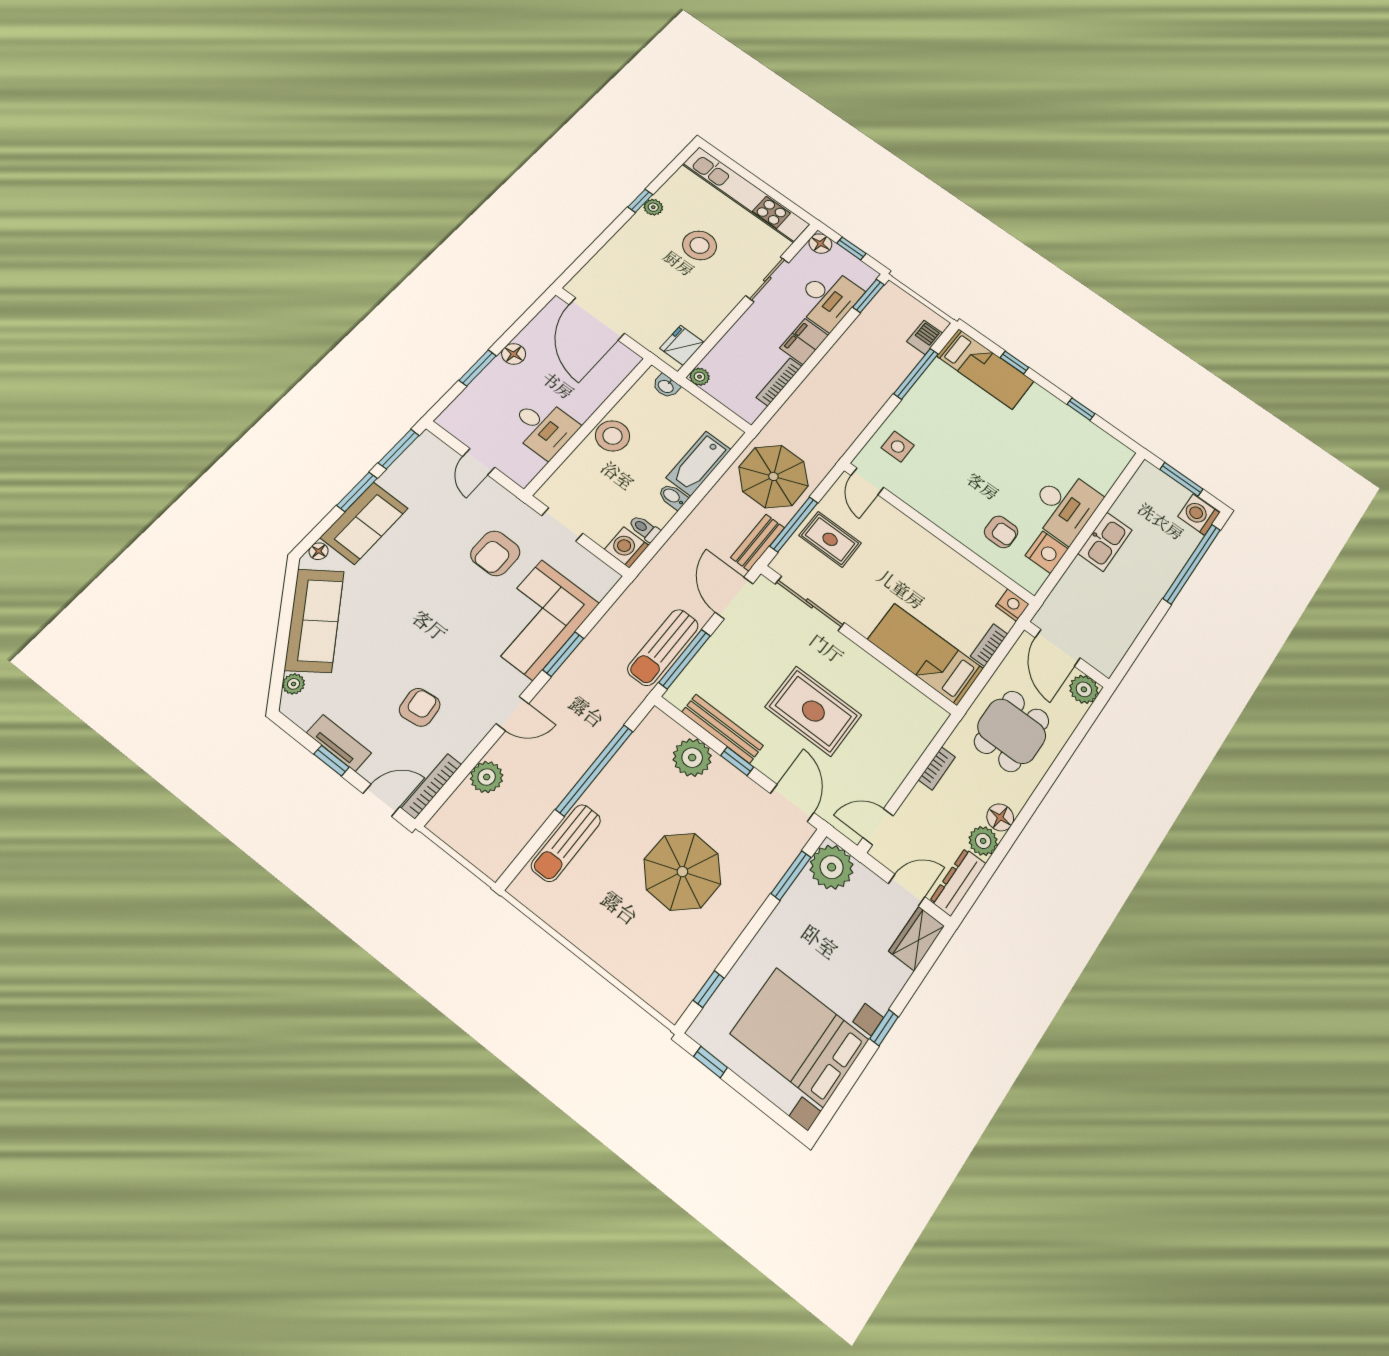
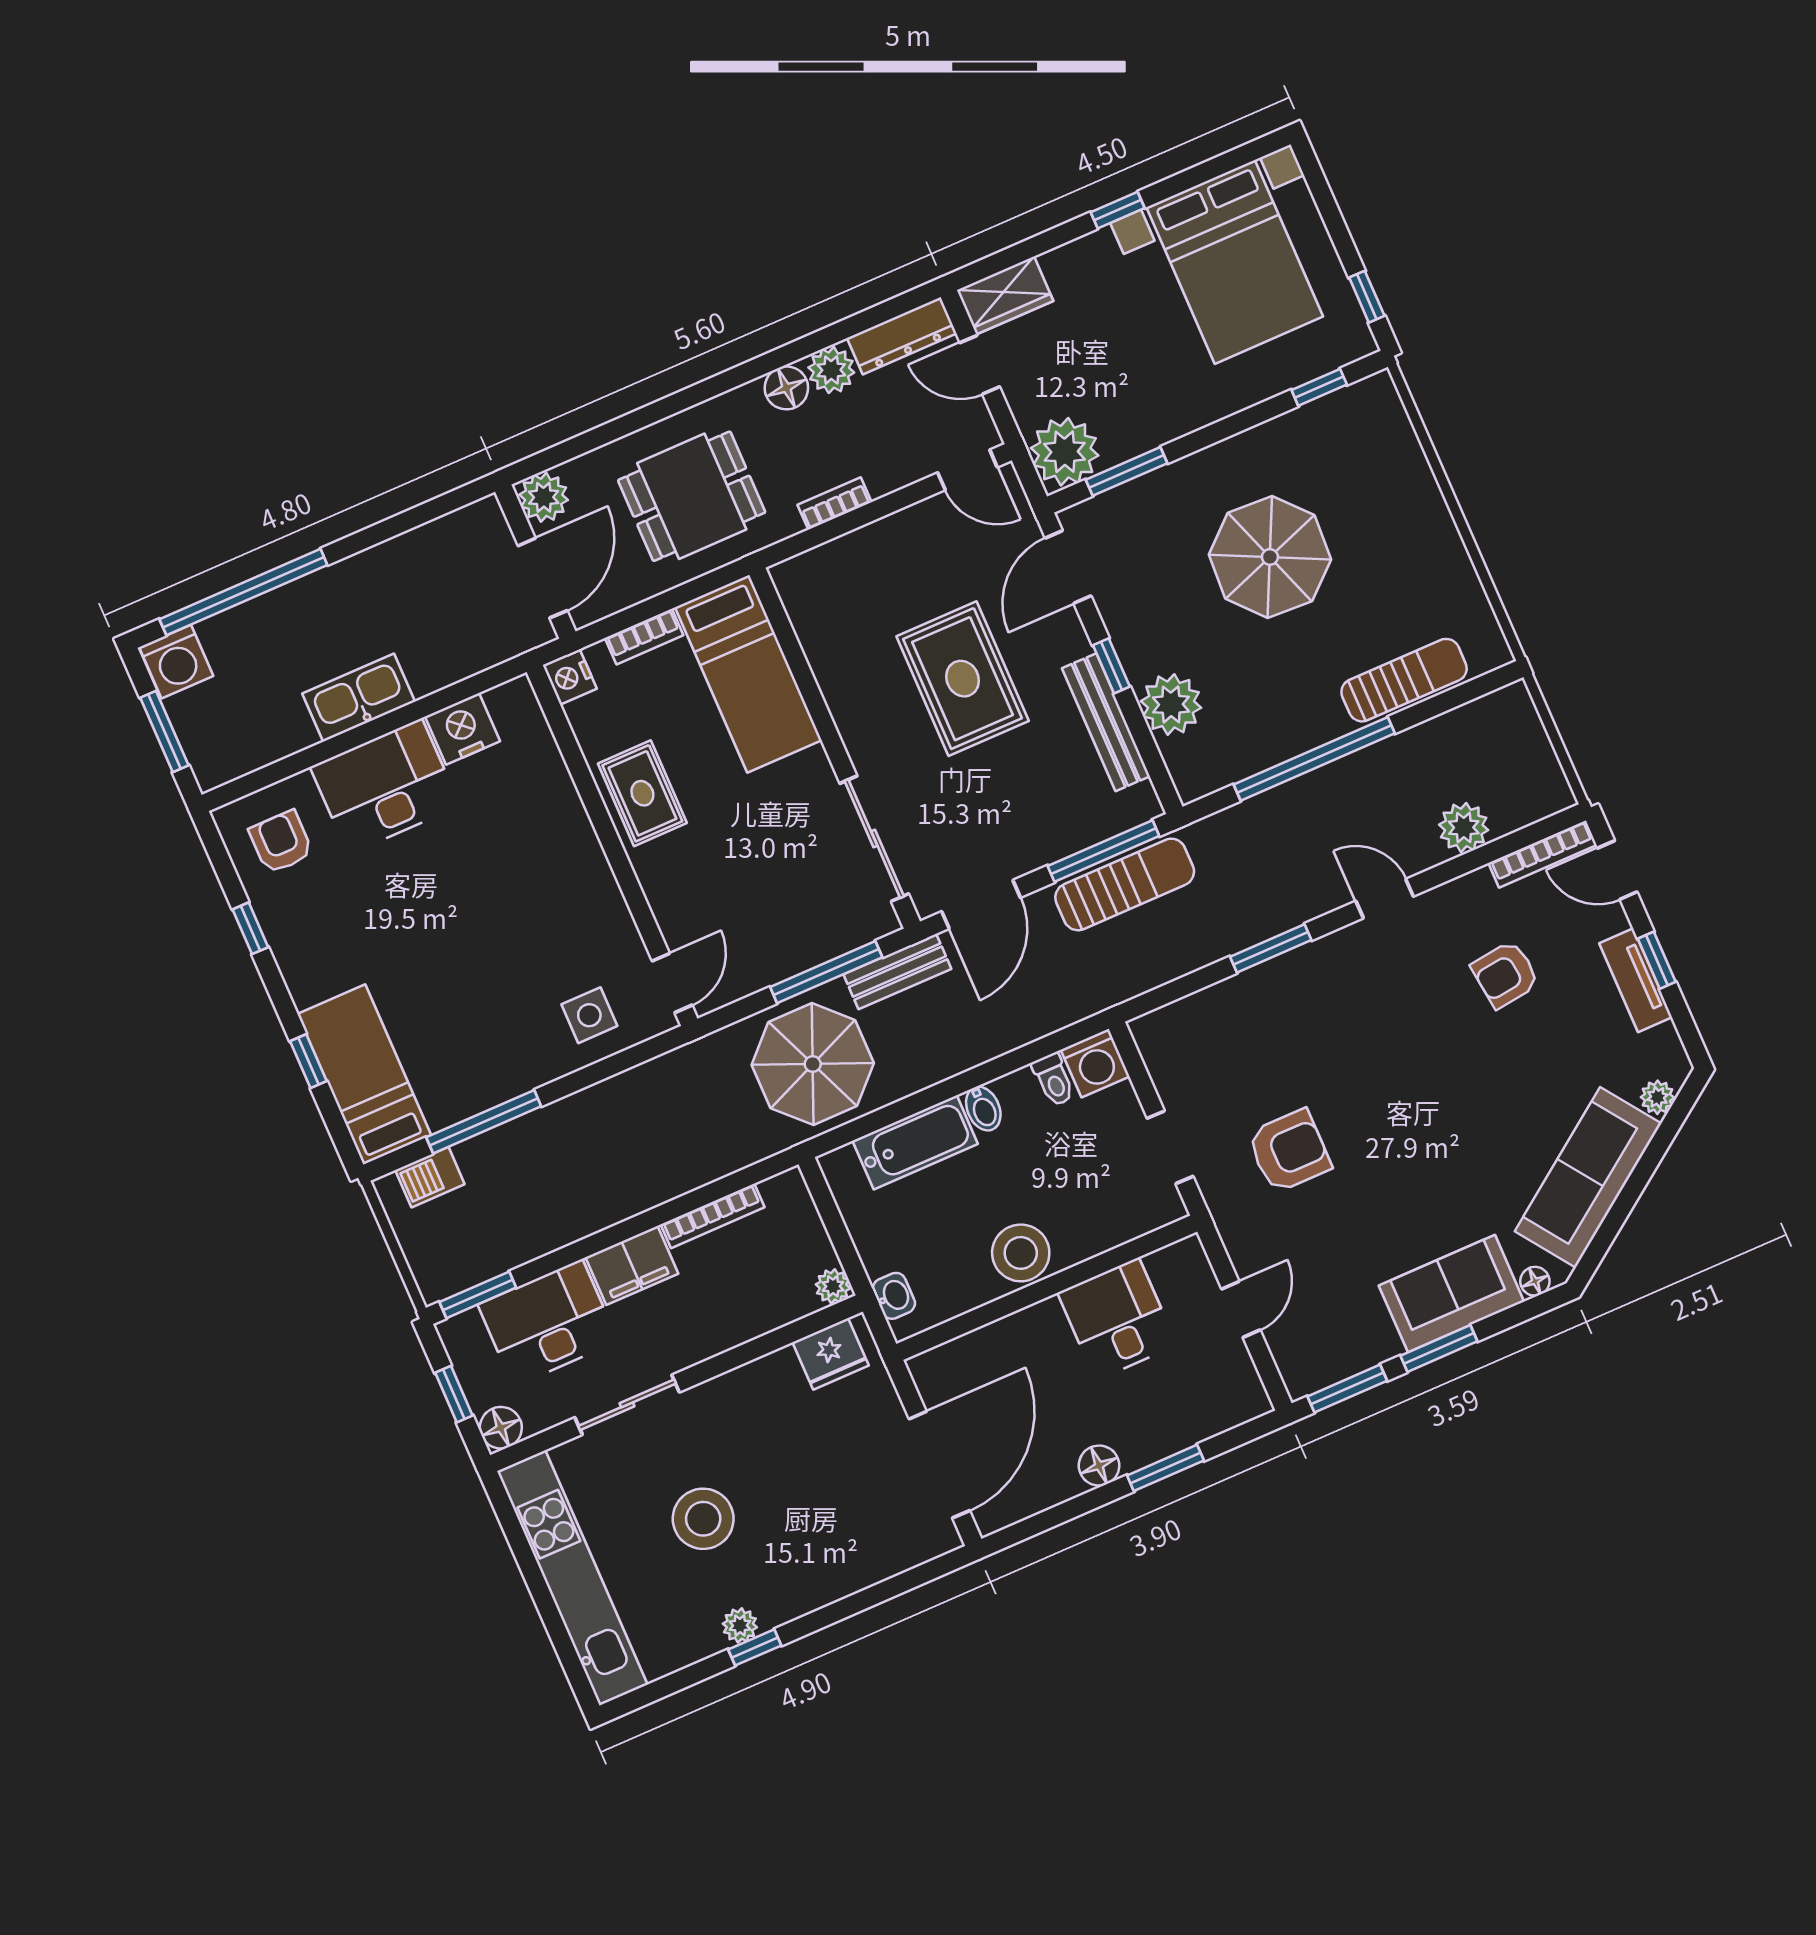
armchair: (1001, 532) -> (281, 842), moved
rug: (830, 539) -> (642, 793), moved
corner sofa: (538, 619) -> (1280, 1019), removed

